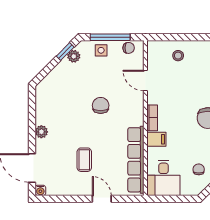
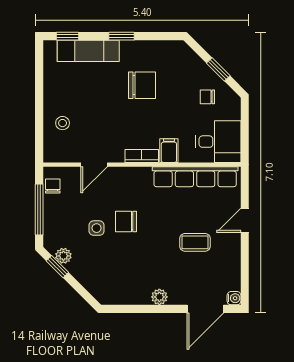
side table: (101, 50) -> (97, 228), moved

